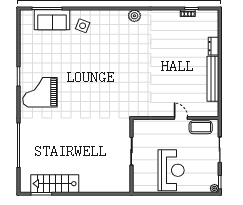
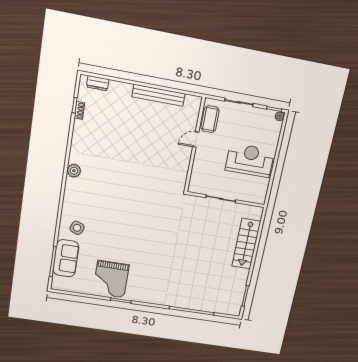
dresser: (213, 46) -> (98, 83), moved
grand piano: (40, 92) -> (111, 279), moved
stairs: (55, 184) -> (246, 244), moved

